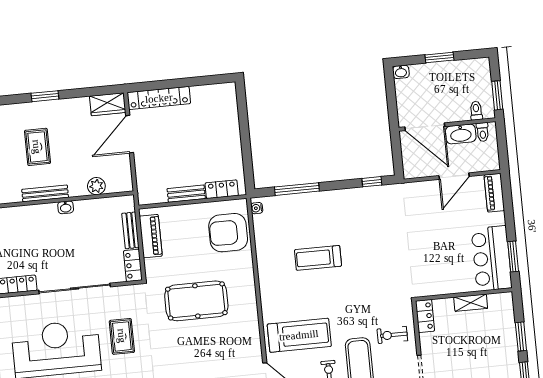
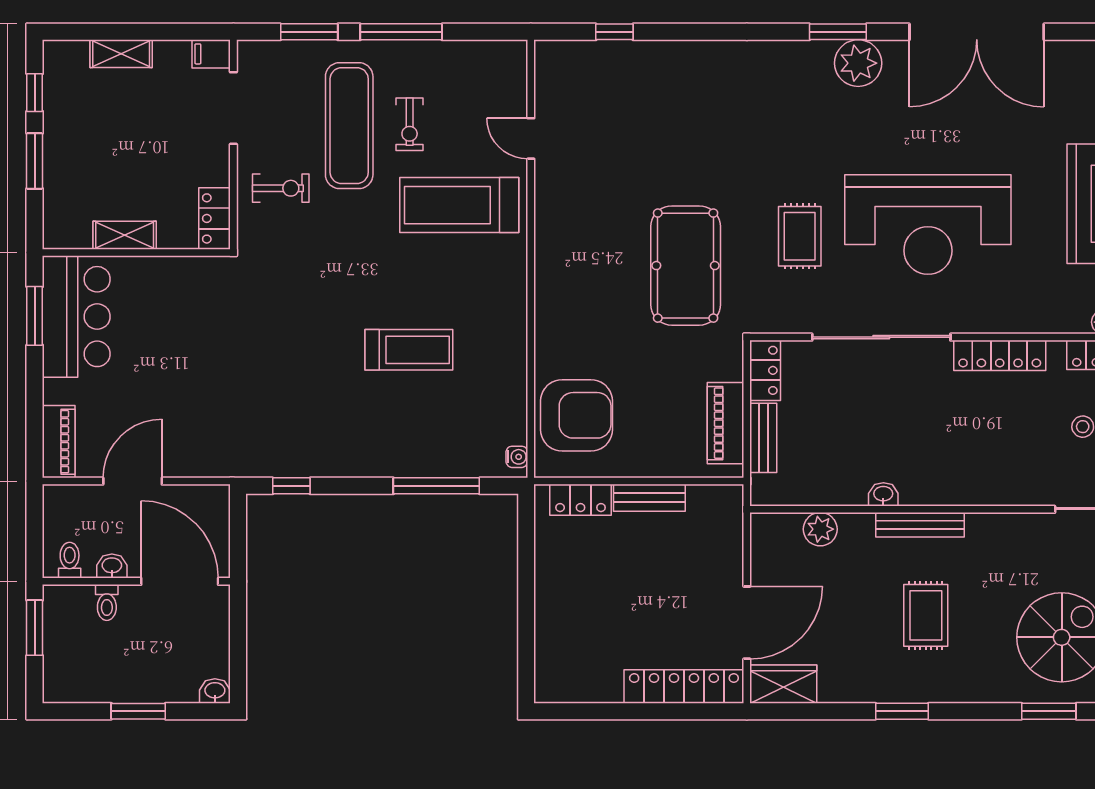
toilet: (476, 111) -> (107, 602), moved
washbasin: (461, 134) -> (112, 566), width x0.52, depth x0.69
pool table: (196, 301) -> (686, 266), moved, turned 90

